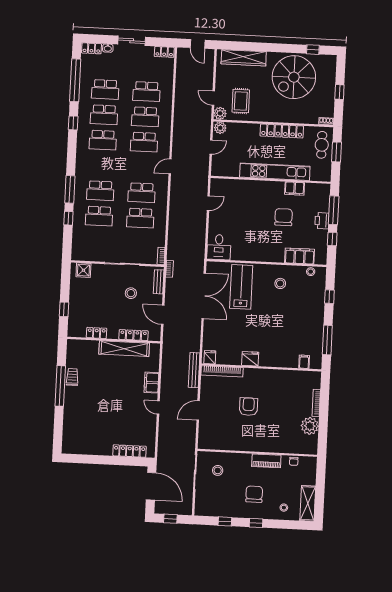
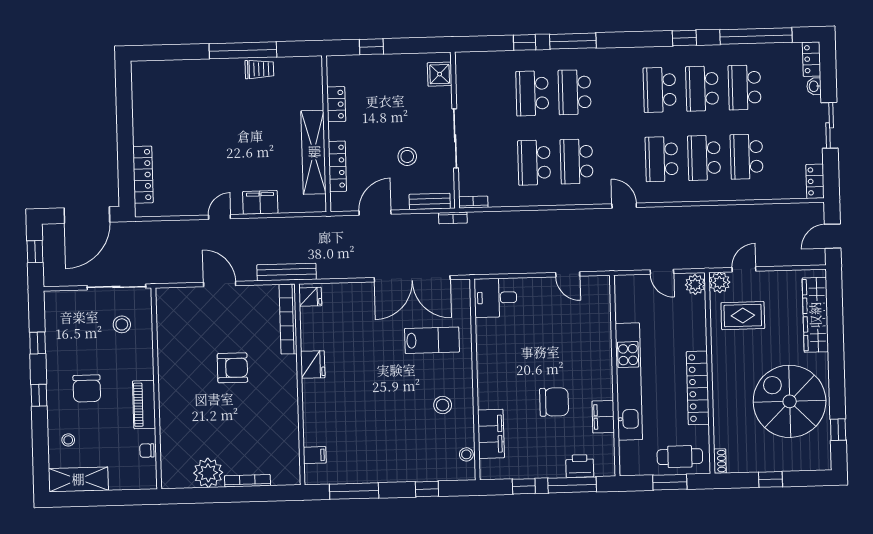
printer: (322, 221) -> (580, 466), moved
lab bench: (241, 287) -> (432, 340), width x0.73, depth x0.72
chair: (254, 494) -> (87, 388), turned 90

